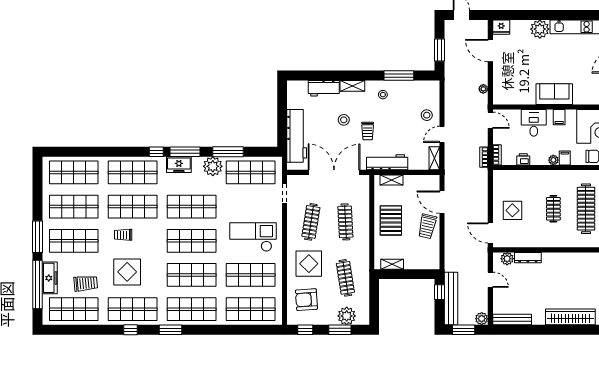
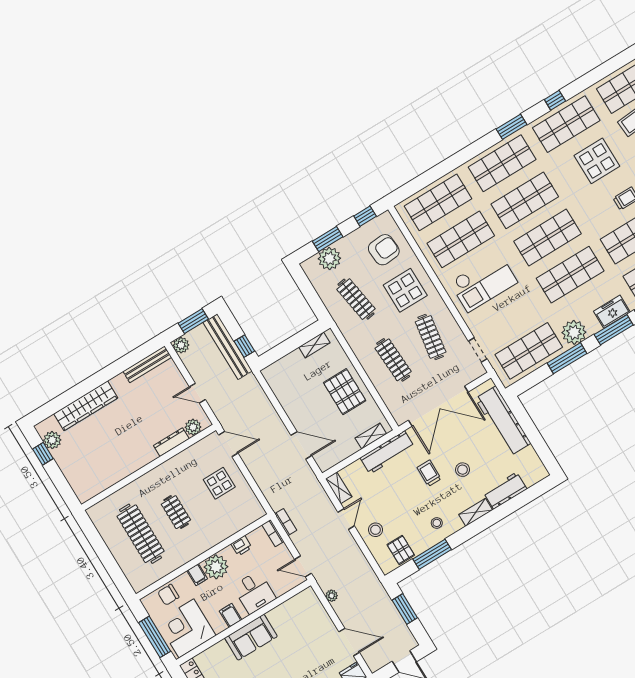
pallet: (418, 91) -> (401, 550), added
plant: (553, 160) -> (216, 567), width x1.88, depth x1.88
trolley: (427, 226) -> (301, 409), removed

